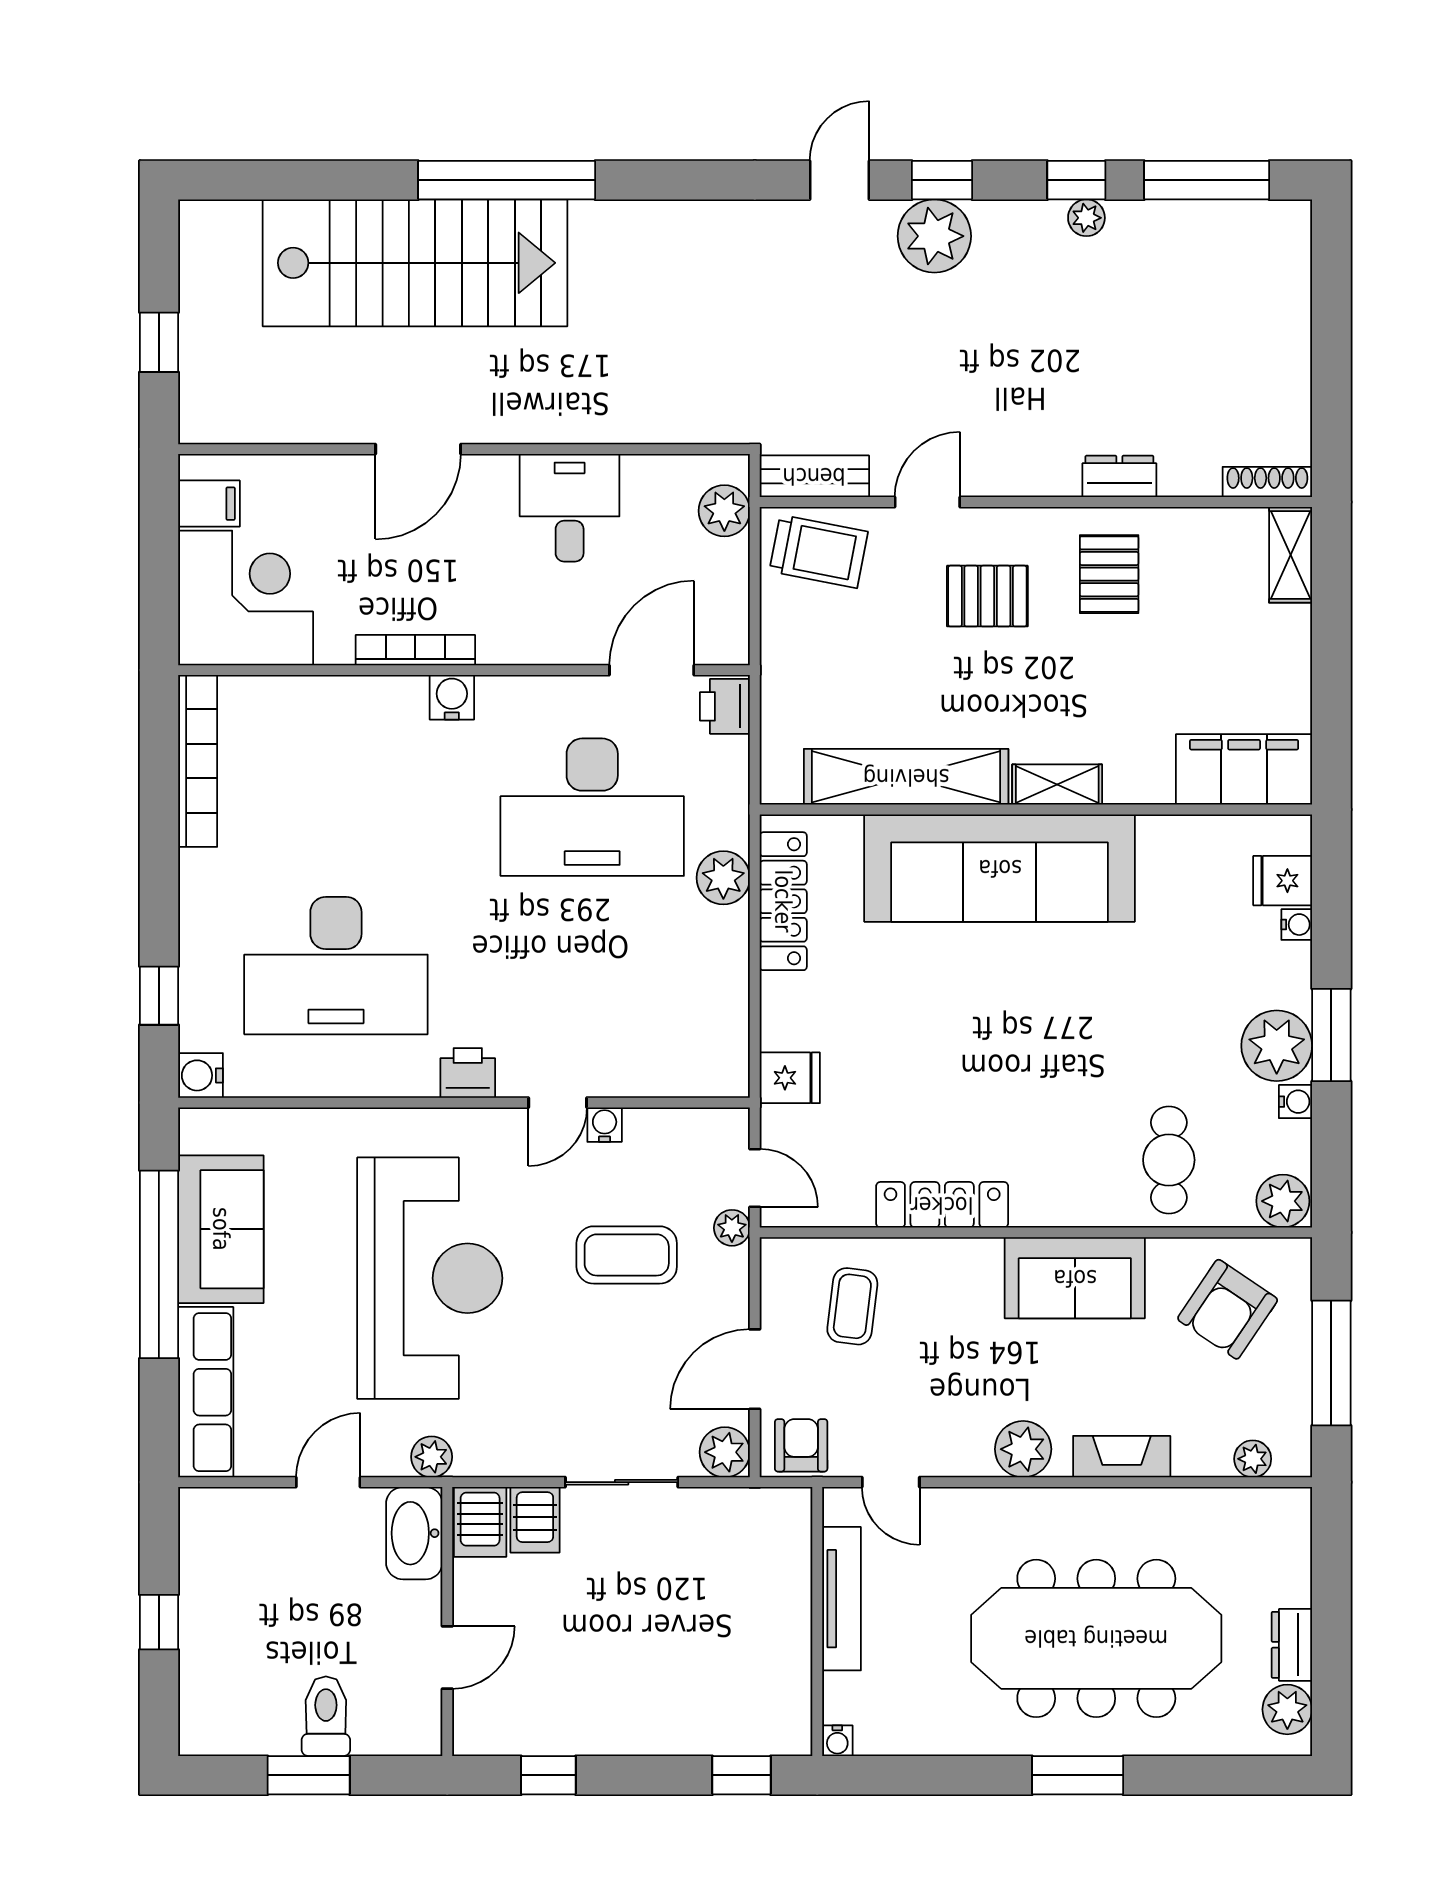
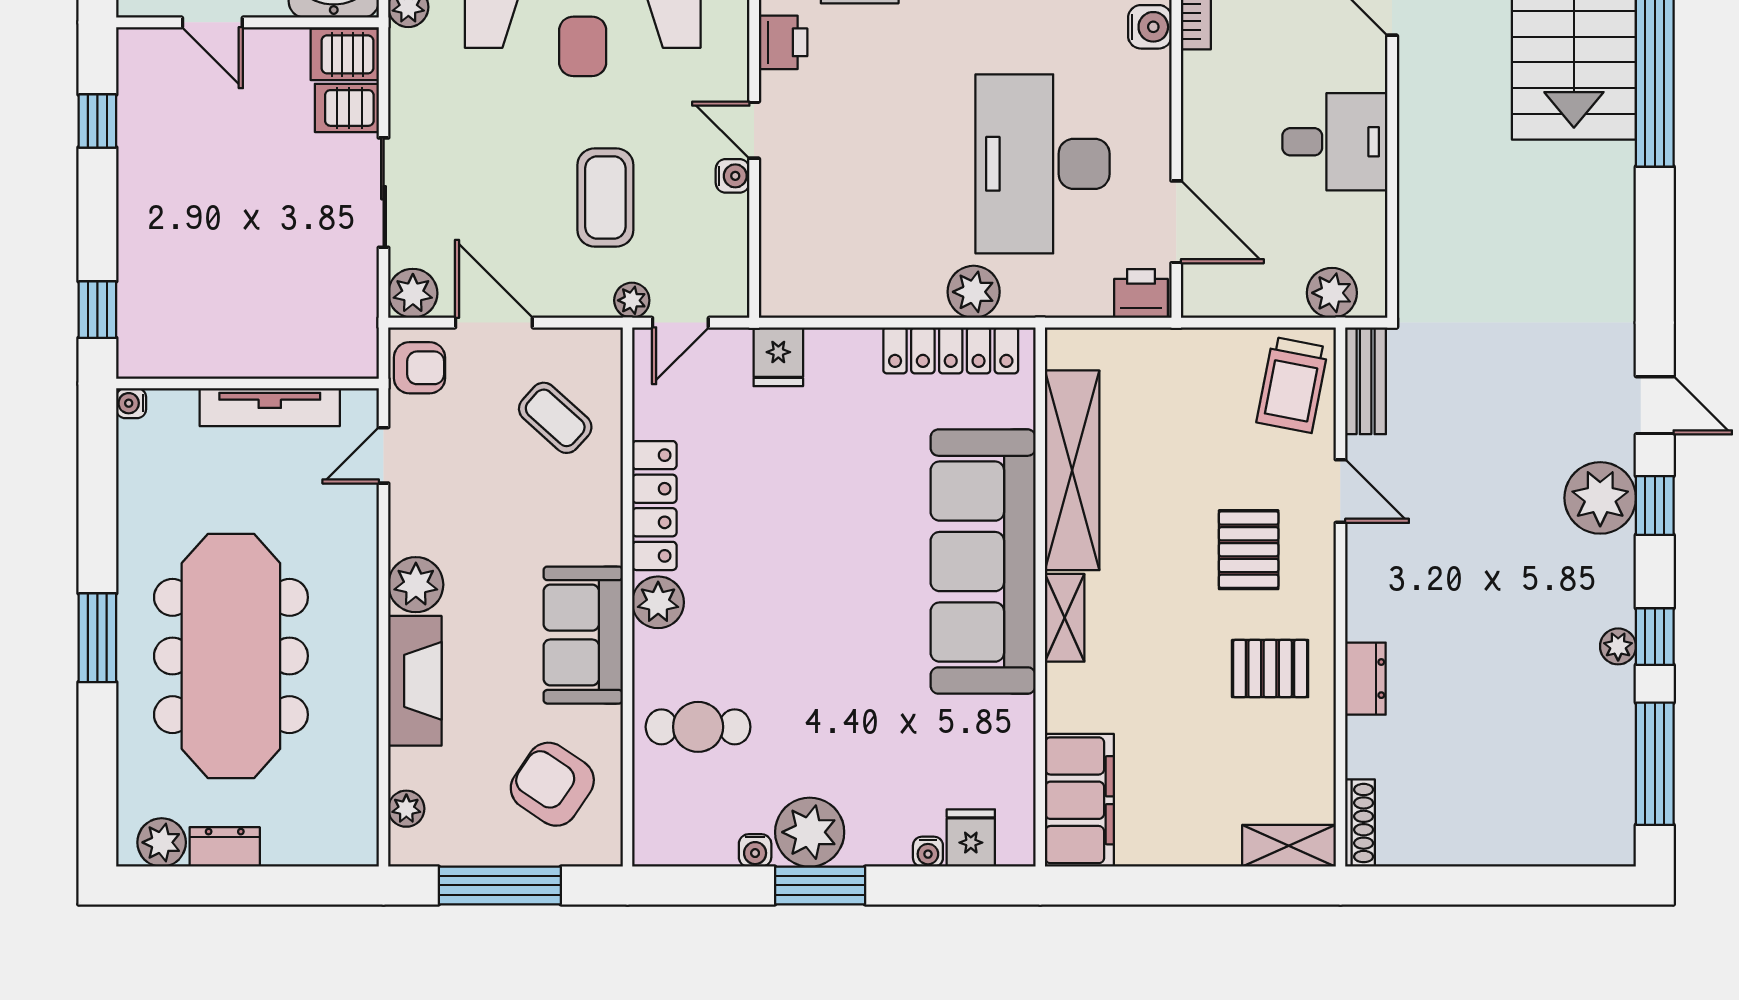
plant: (1283, 1201) -> (658, 602), moved
coffee table: (852, 1306) -> (555, 418), turned 35
fireplace: (1122, 1457) -> (415, 681), width x1.37, depth x1.32

